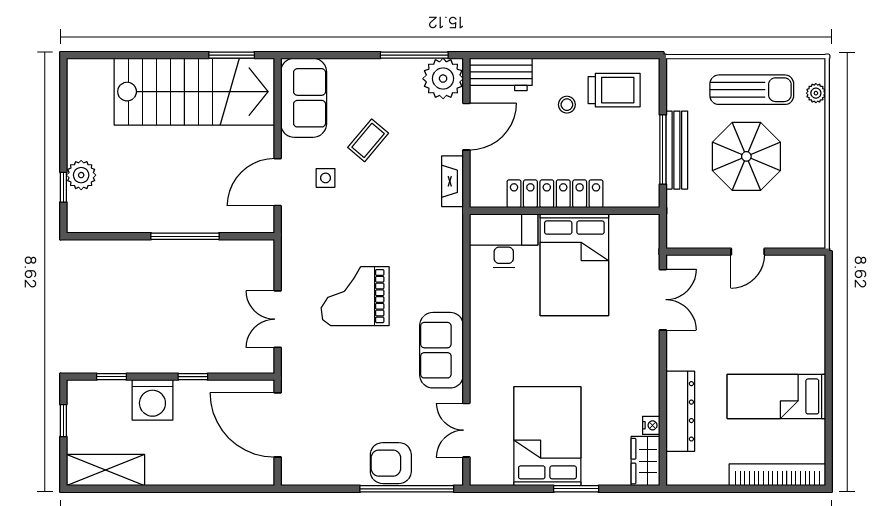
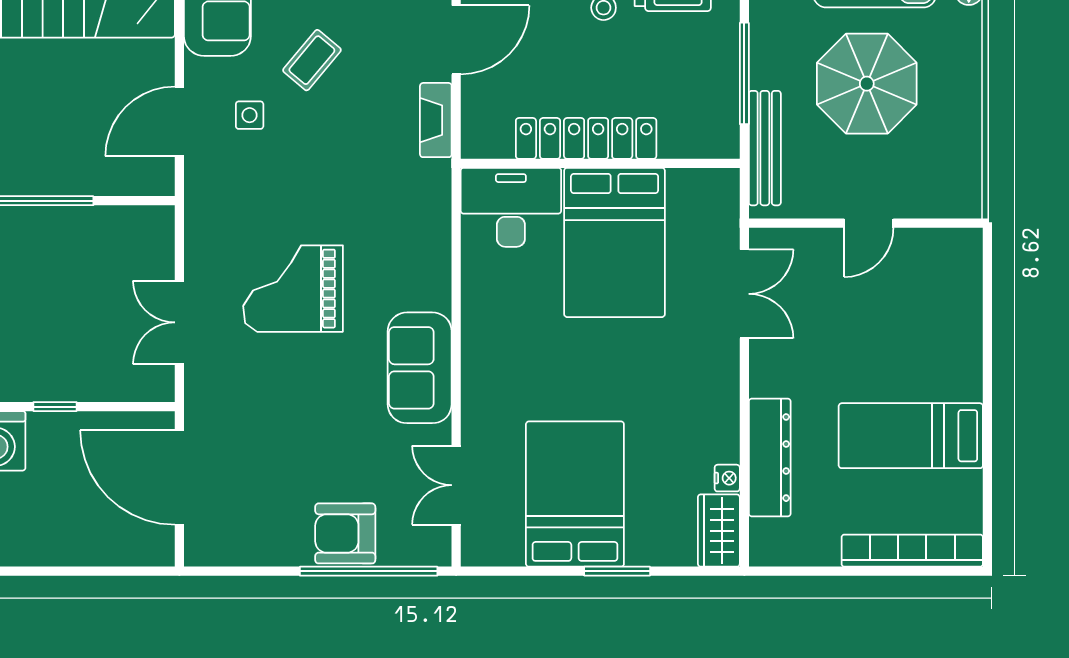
bench: (677, 150) -> (765, 148), moved

